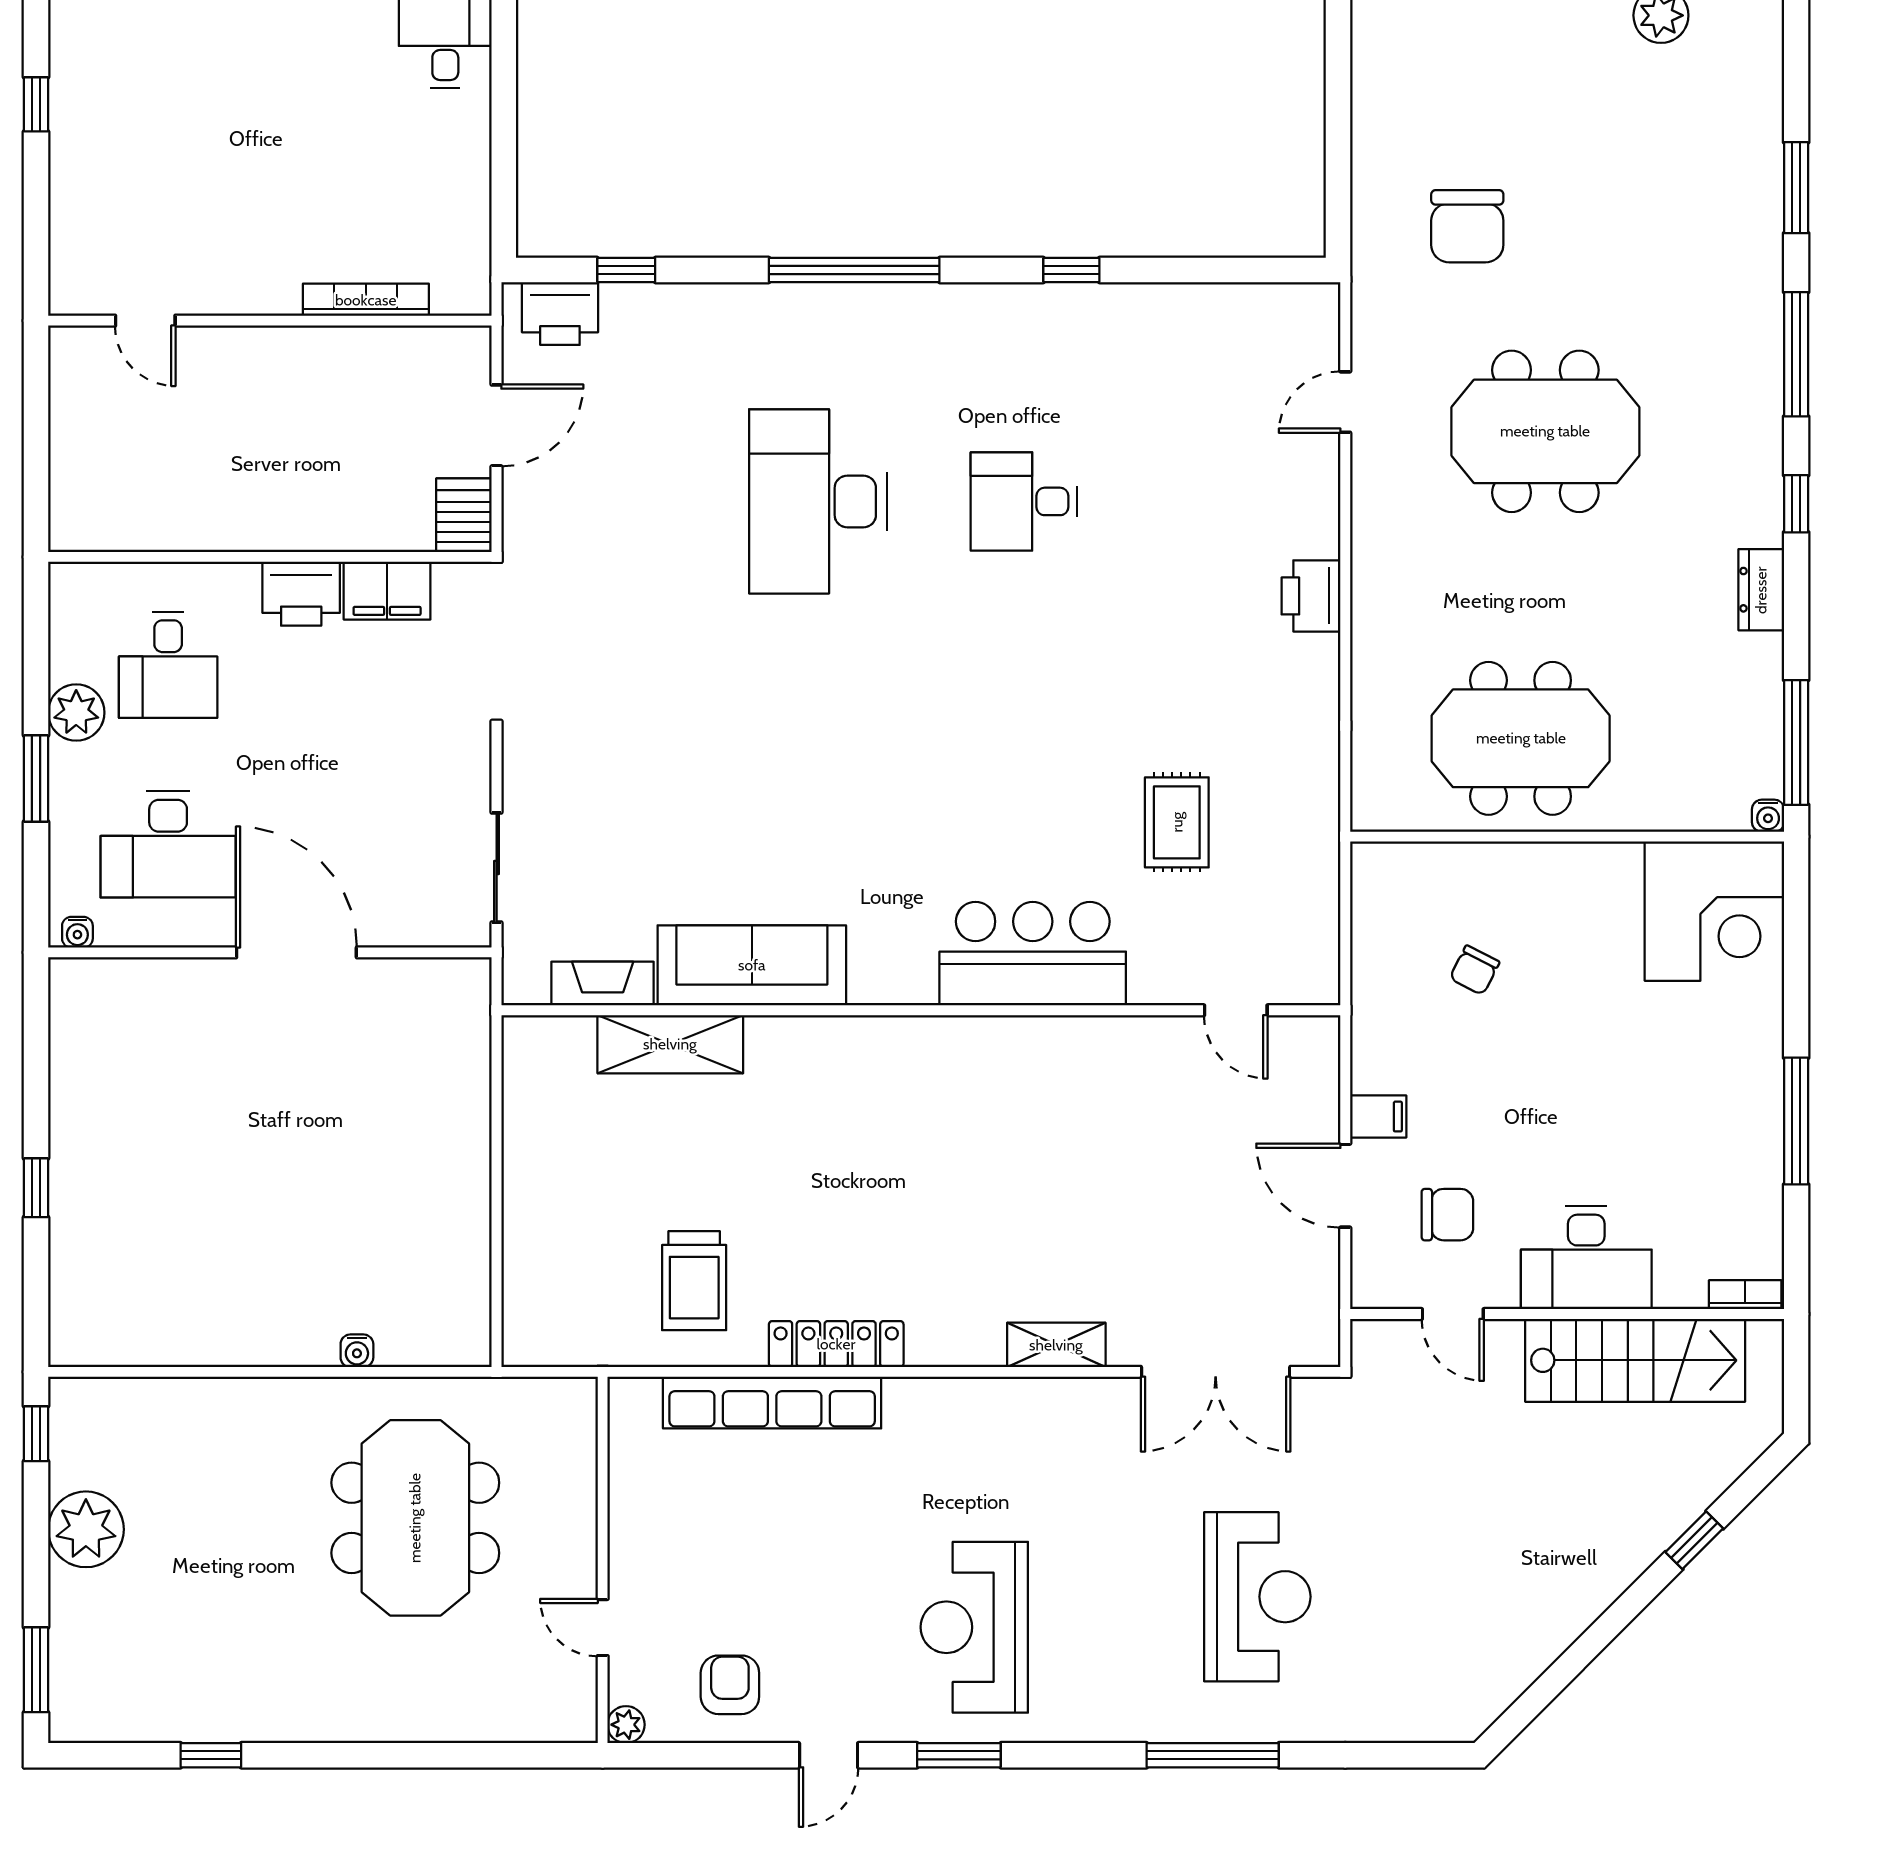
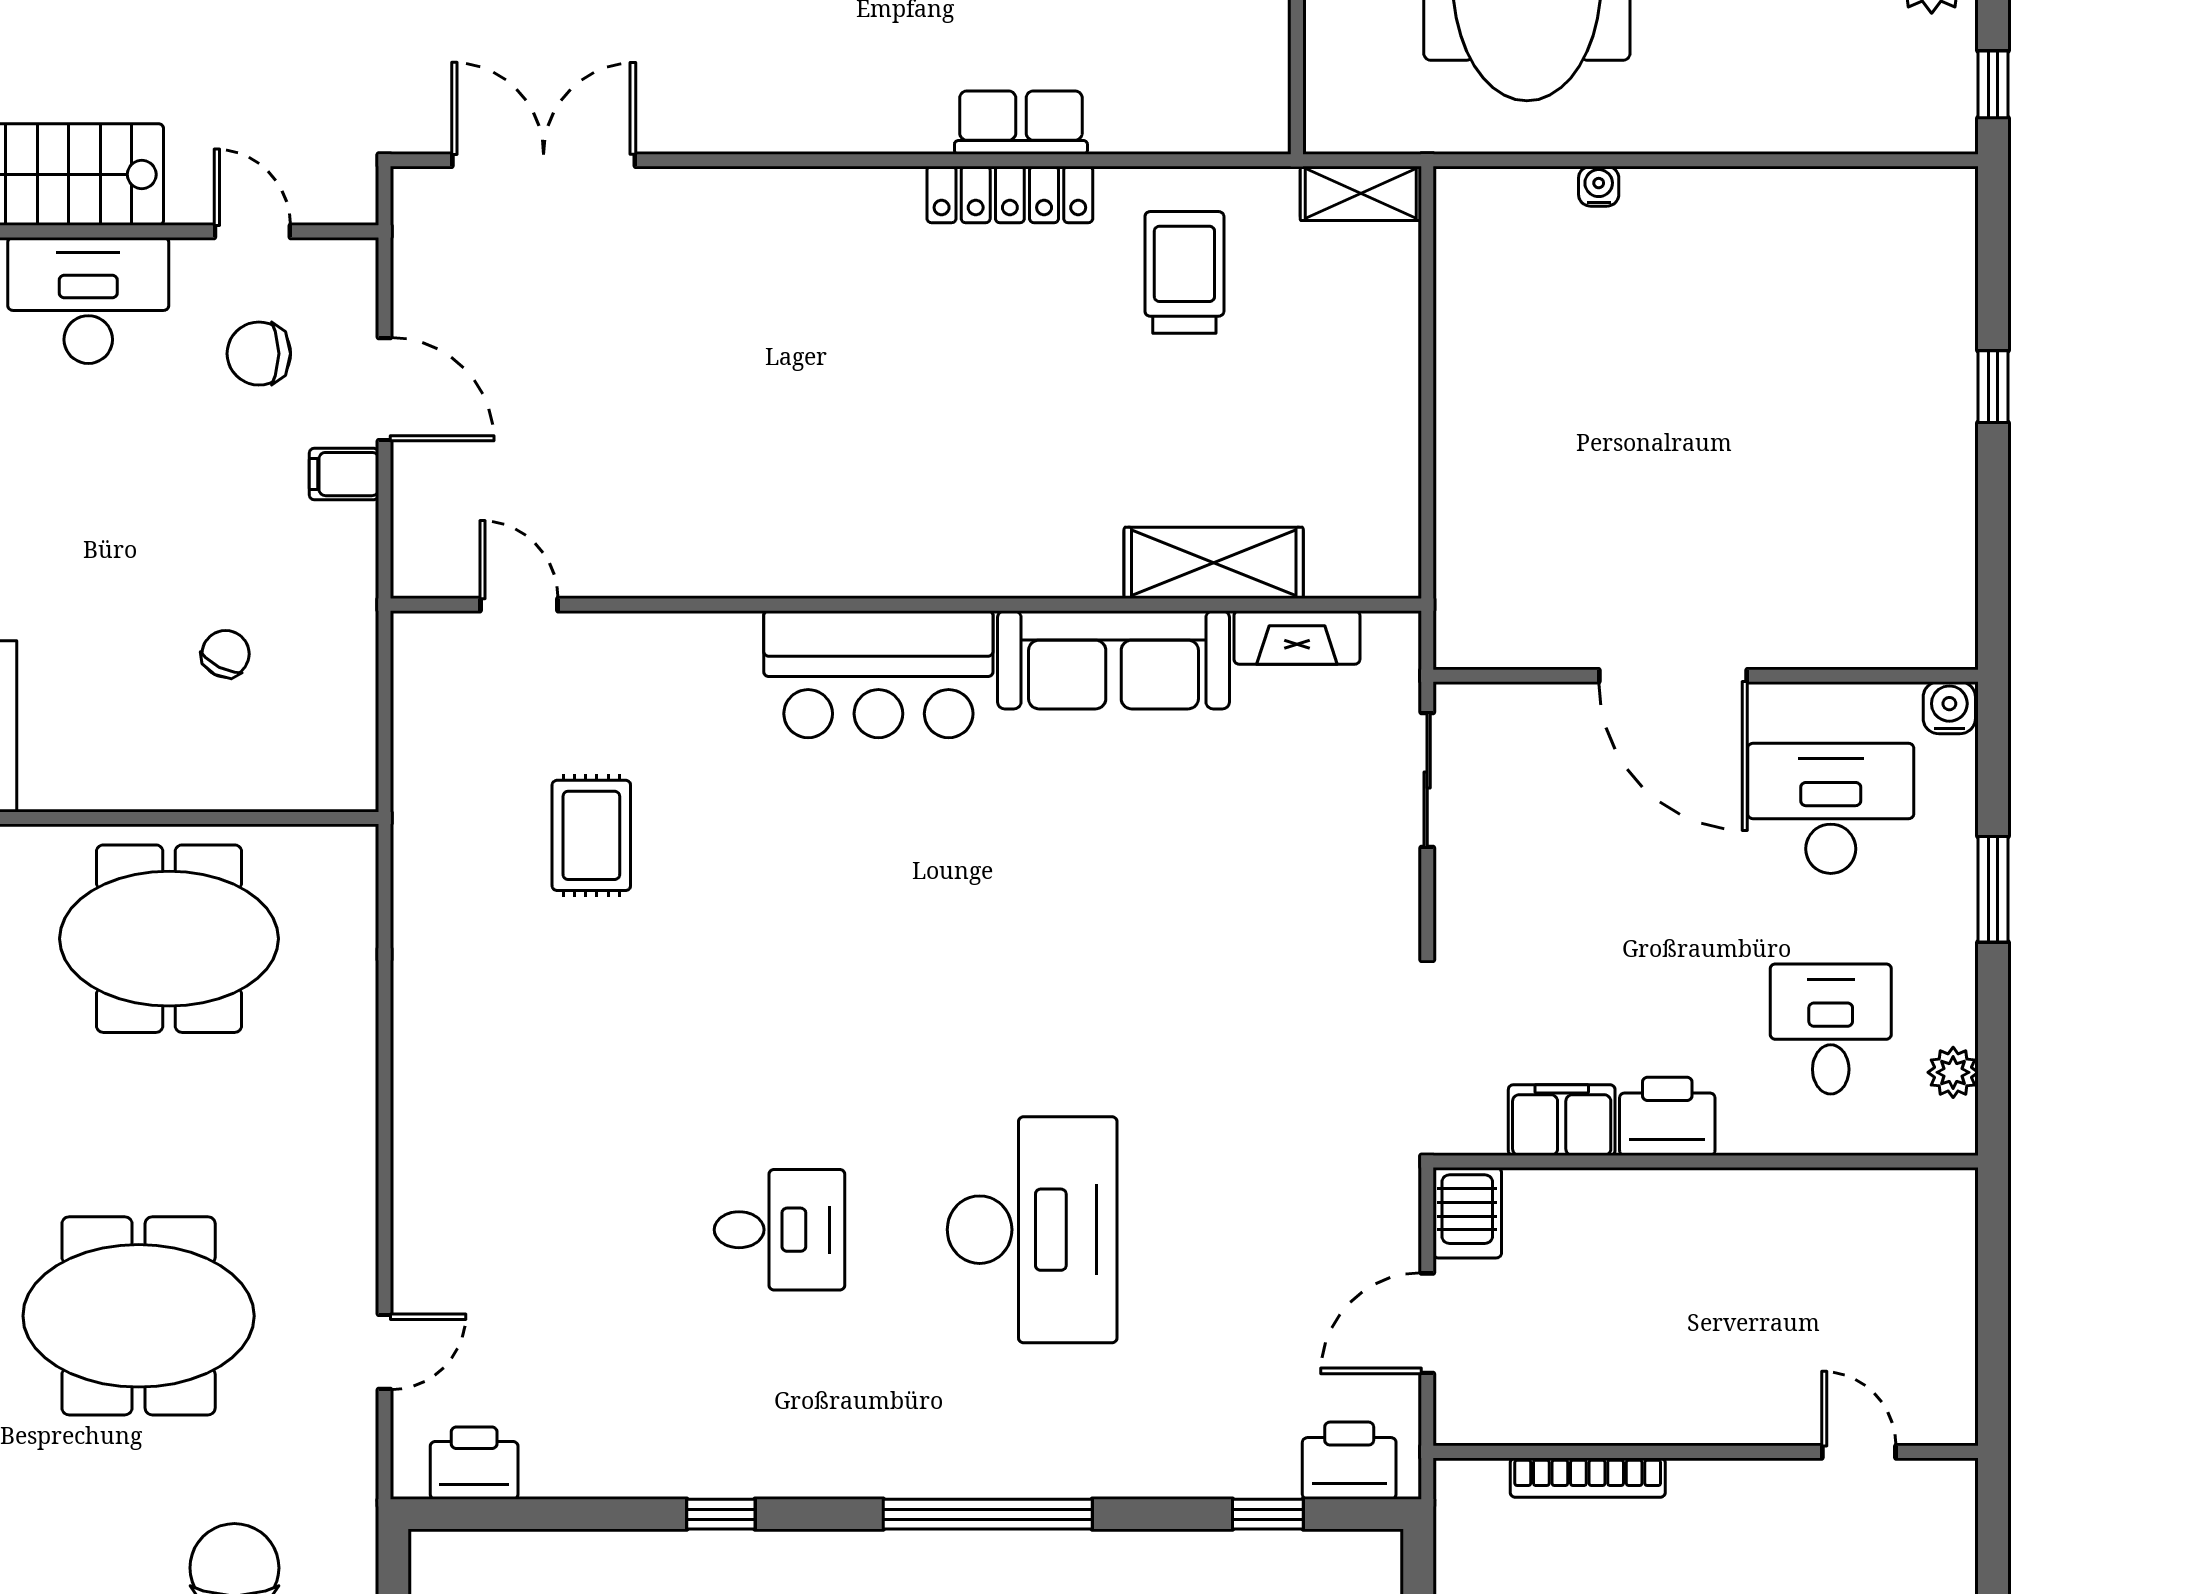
printer: (1311, 596) -> (474, 1463), moved, turned -90
plant: (76, 713) -> (1953, 1072), moved, width x0.73, depth x0.73
water cooler: (77, 932) -> (1949, 708), width x1.38, depth x1.38
bar counter: (1033, 954) -> (878, 674), moved
shelving: (1056, 1345) -> (1361, 193), moved
row of seats: (772, 1403) -> (1021, 123), width x0.50

